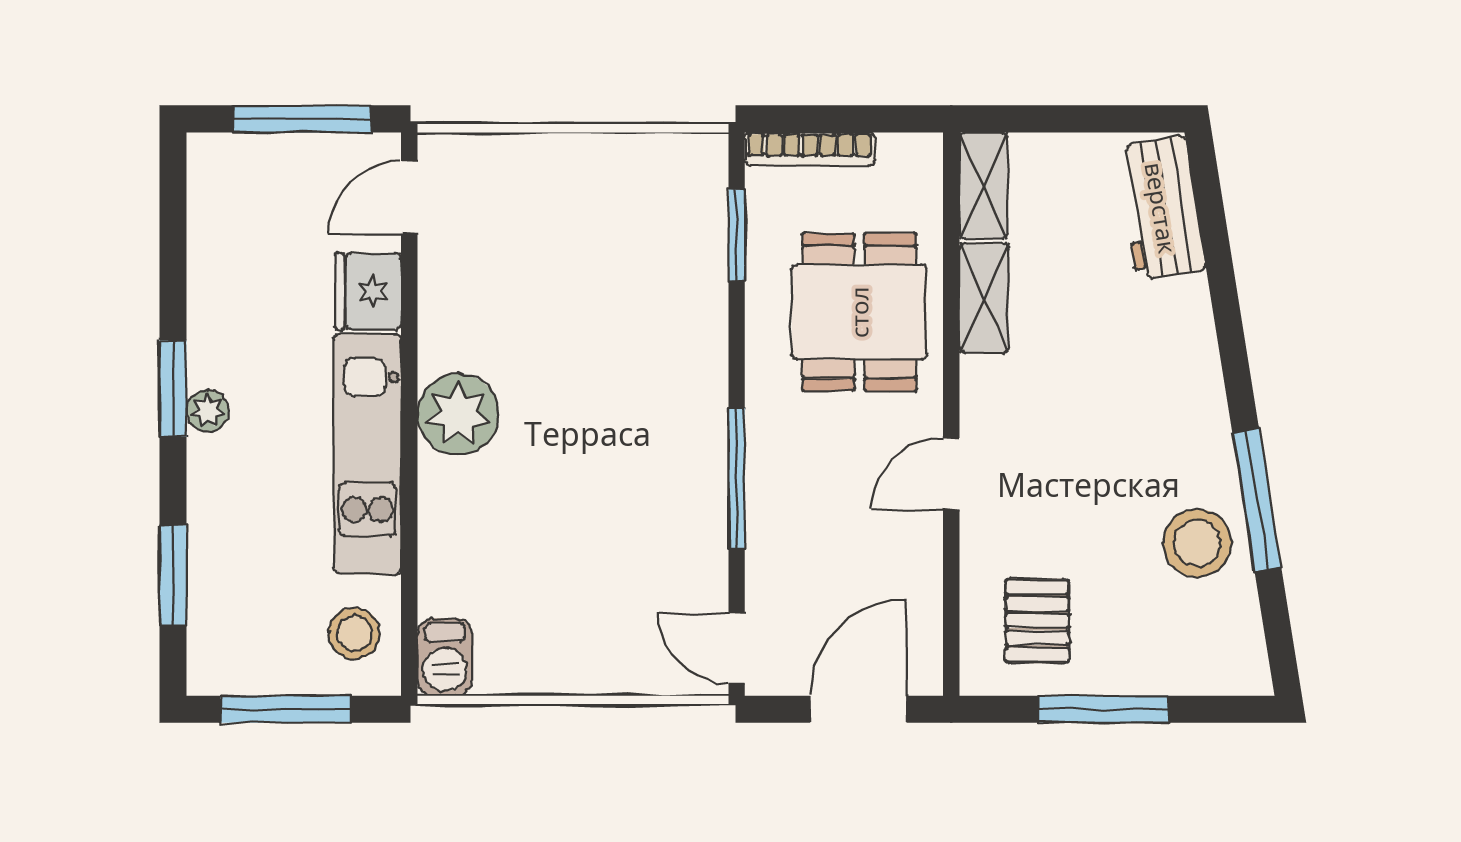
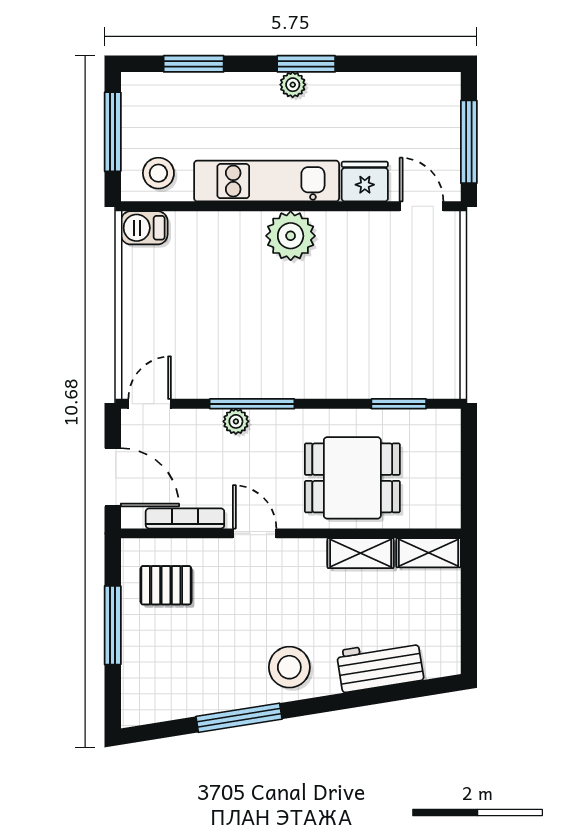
bookcase: (810, 149) -> (185, 518), moved, turned 90
workbench: (1161, 208) -> (380, 665), moved
plant: (766, 505) -> (236, 421), added
stool: (1197, 543) -> (289, 667), moved

